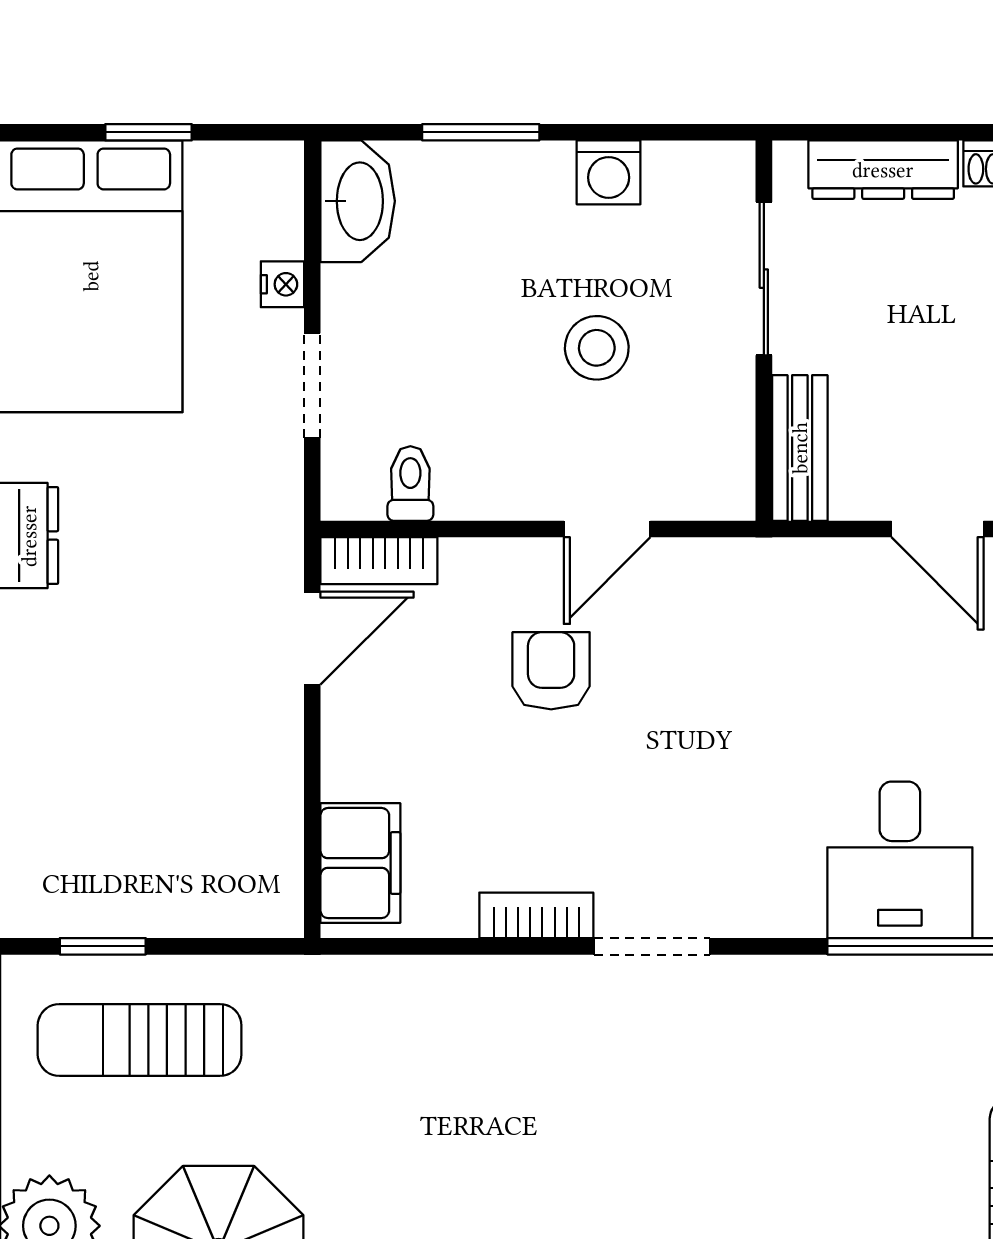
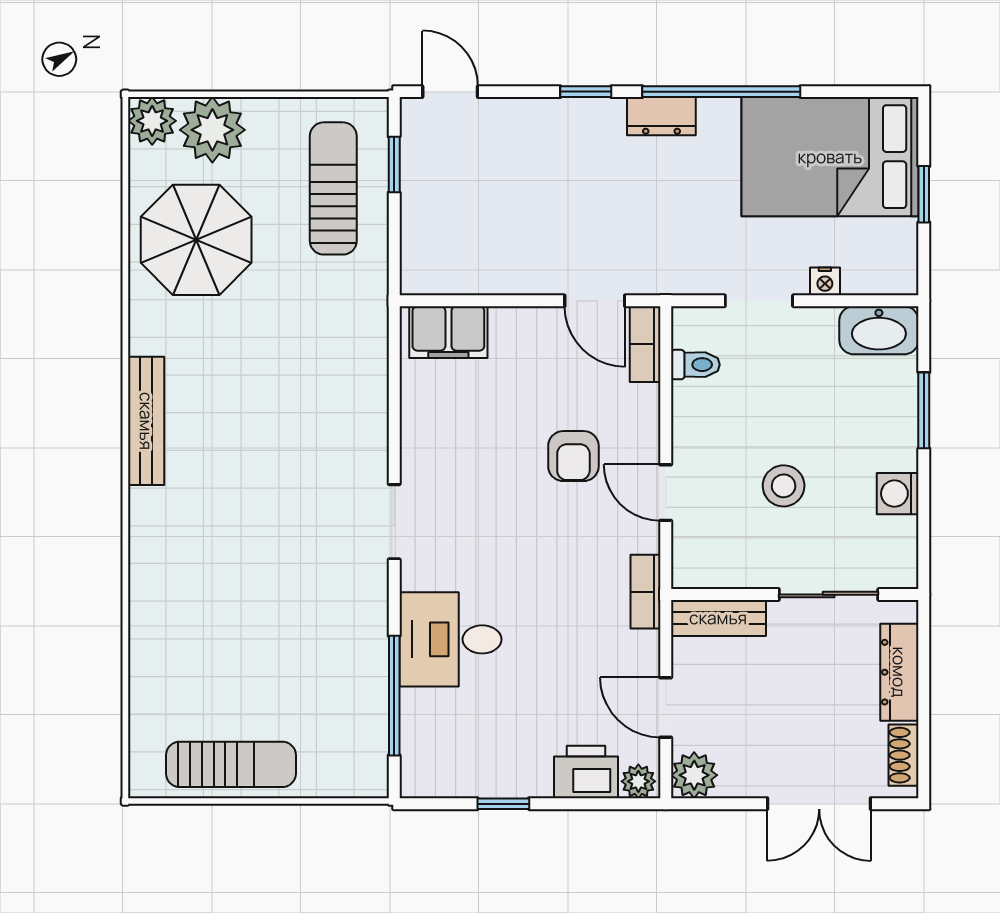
door: (937, 529) -> (666, 708), hinge flipped
armchair: (551, 671) -> (573, 456), turned 90
desk: (900, 860) -> (450, 639), moved
bookcase: (536, 915) -> (646, 592), moved, turned 180

